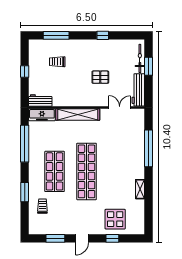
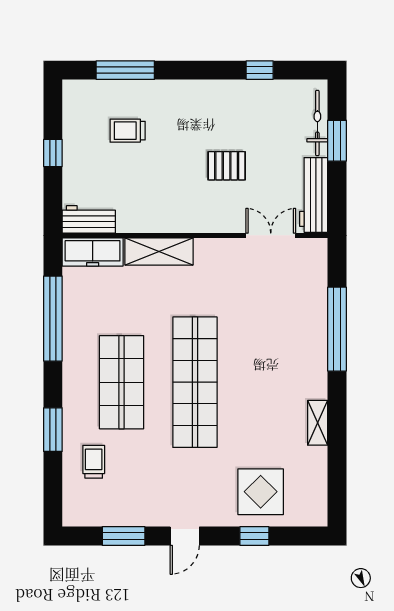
window: (103, 35) -> (260, 70), moved
shelving: (78, 114) -> (159, 251), width x0.68

